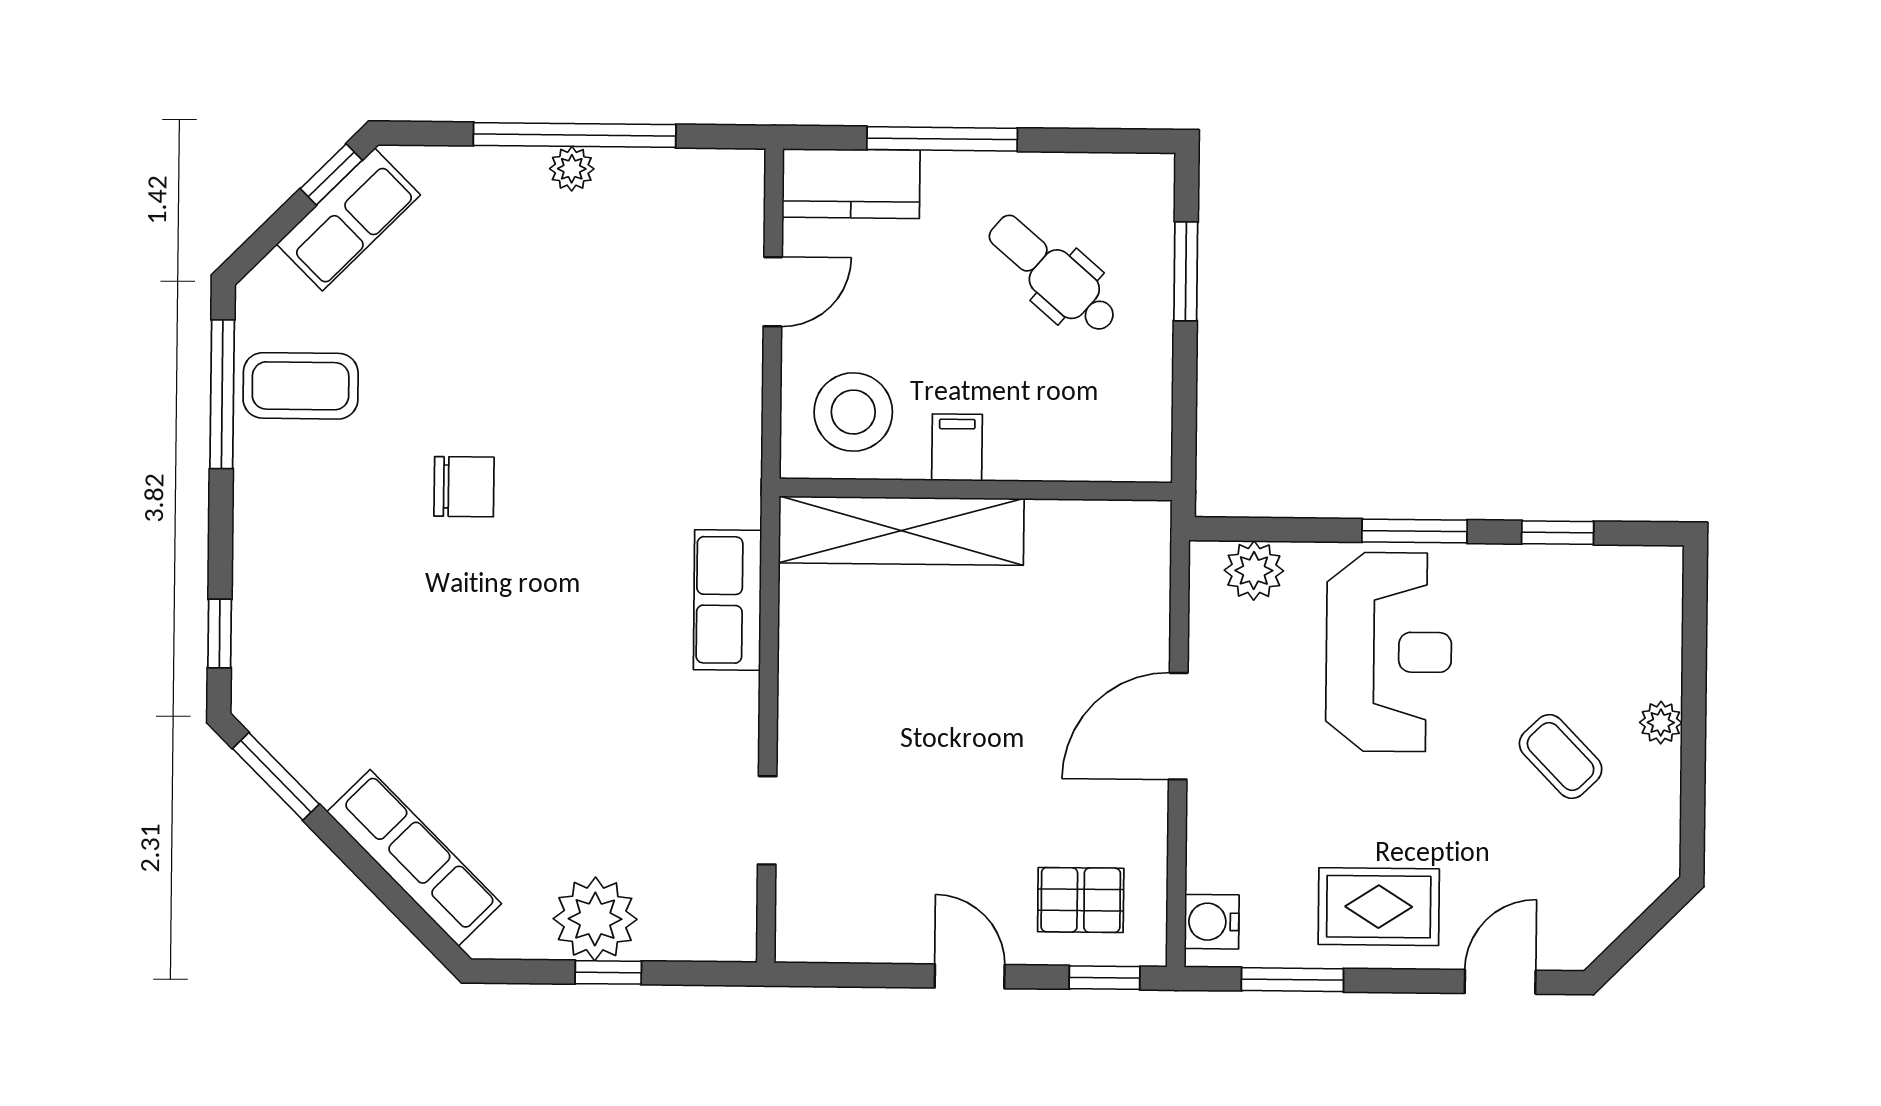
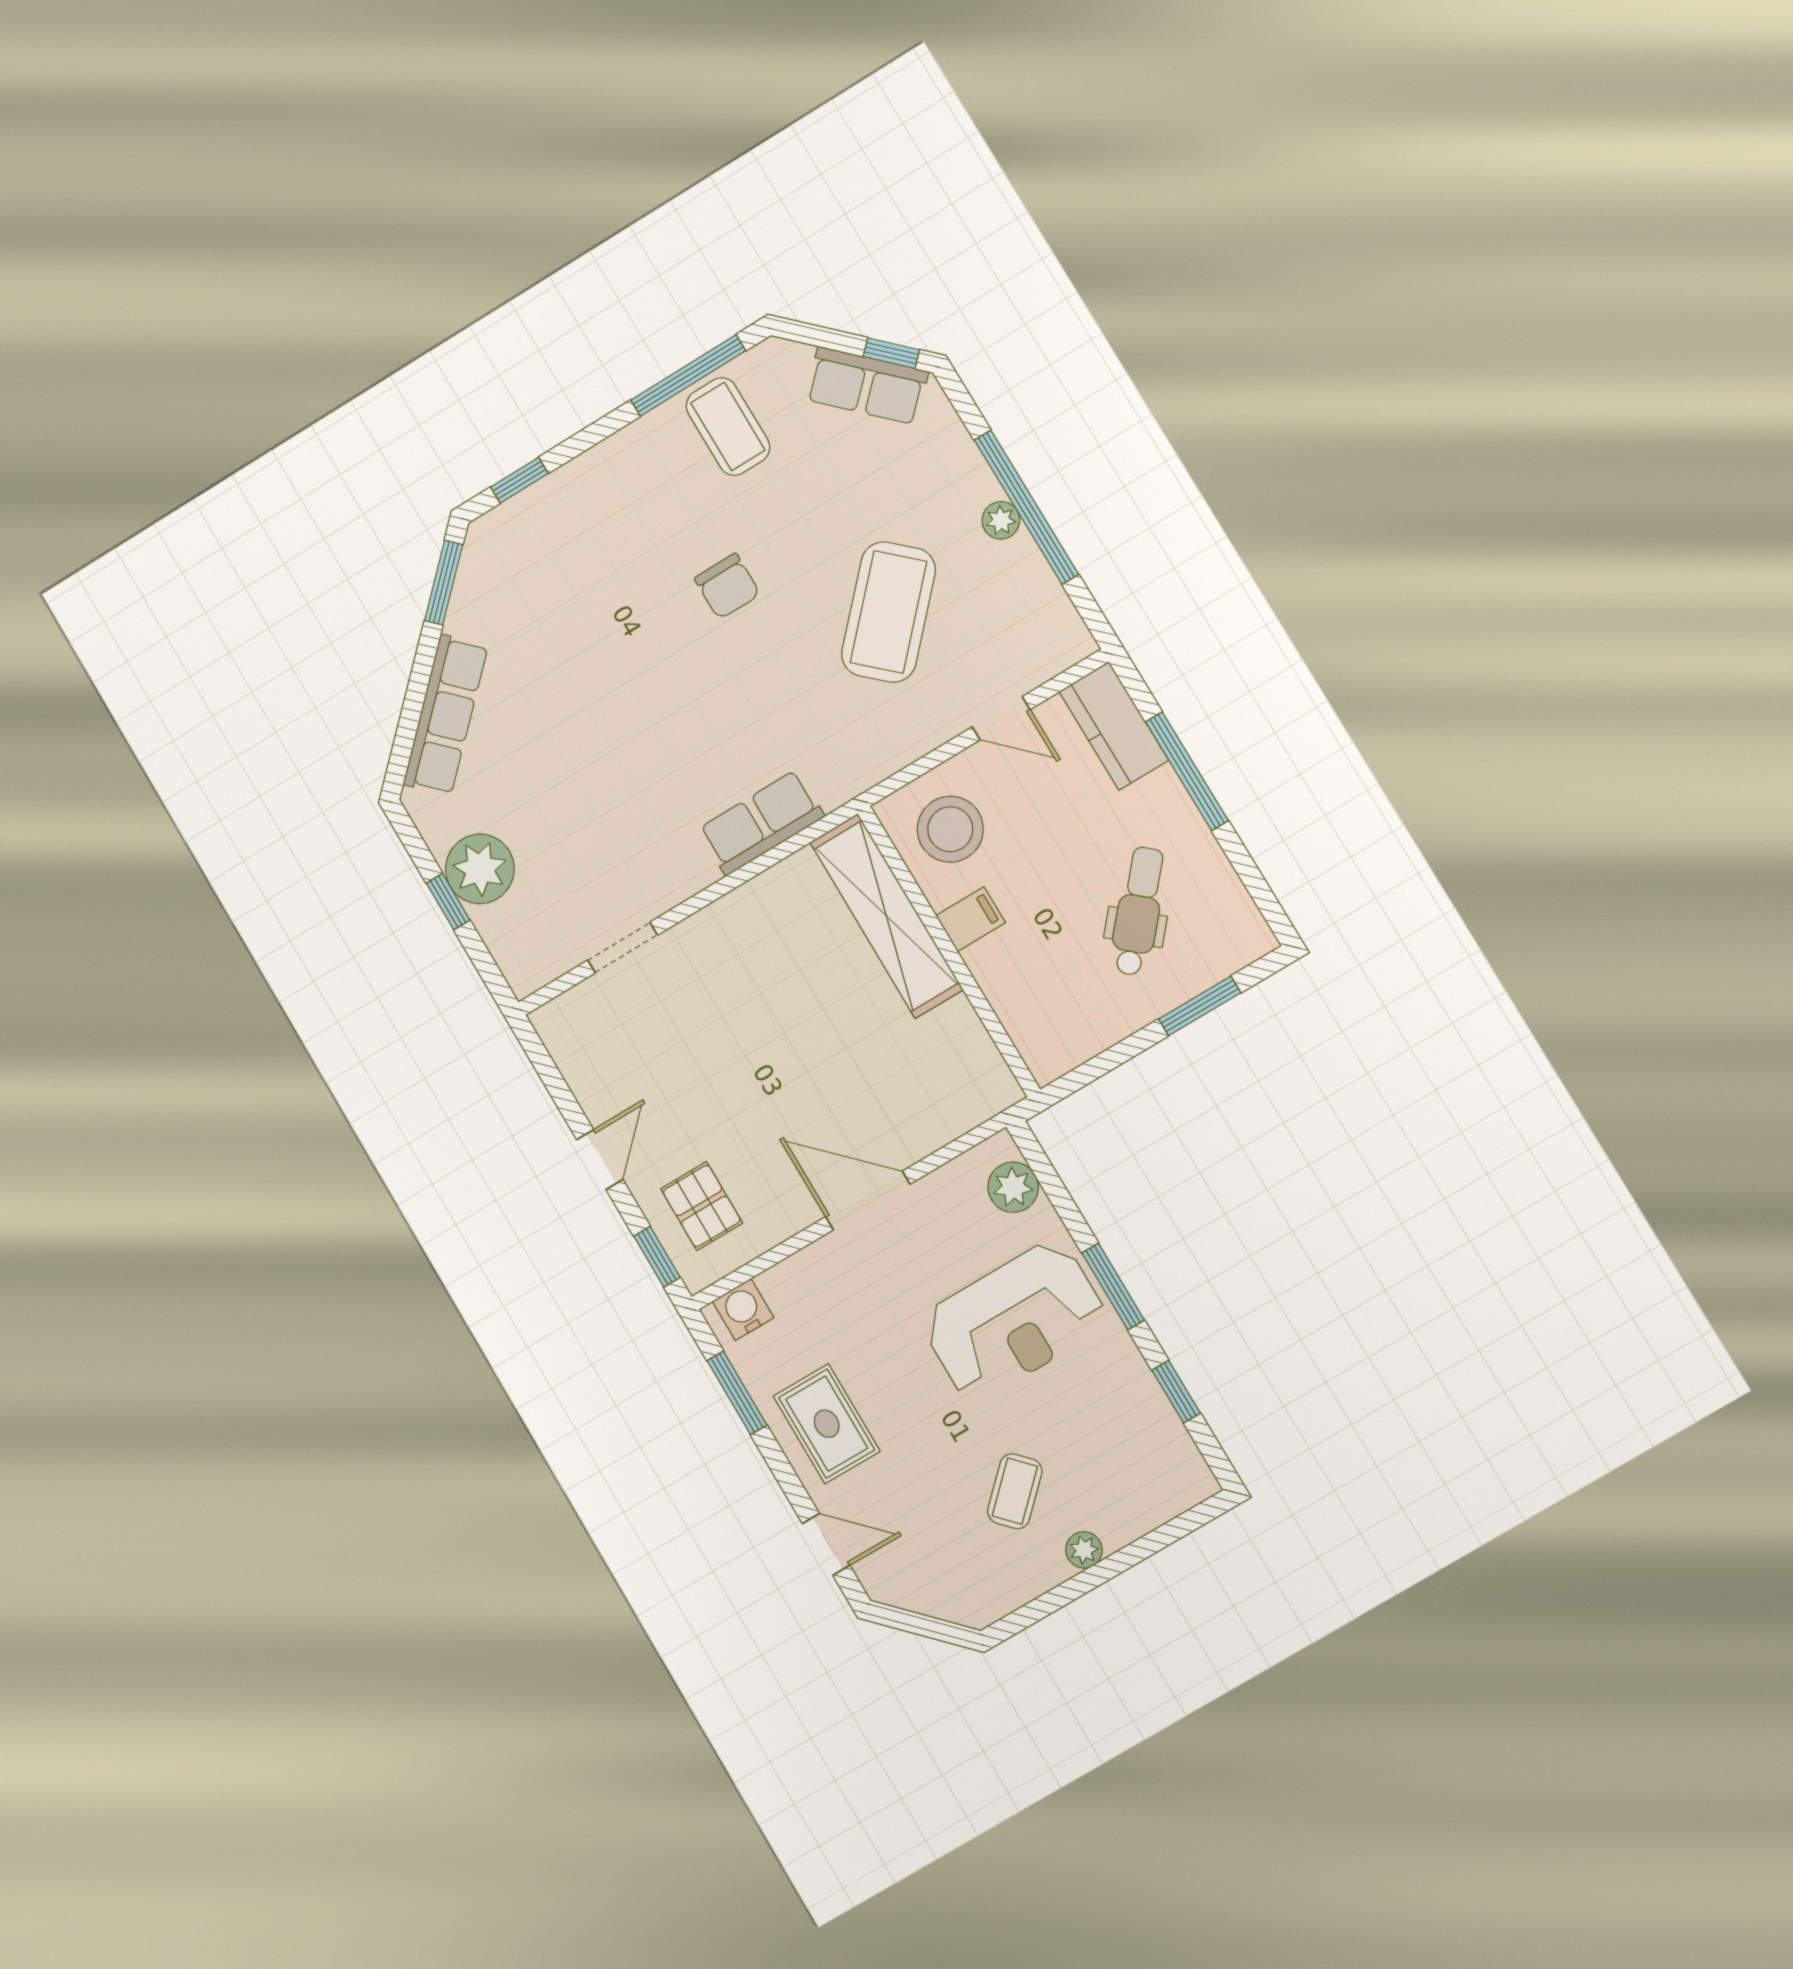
coffee table: (594, 339) -> (888, 612), added

